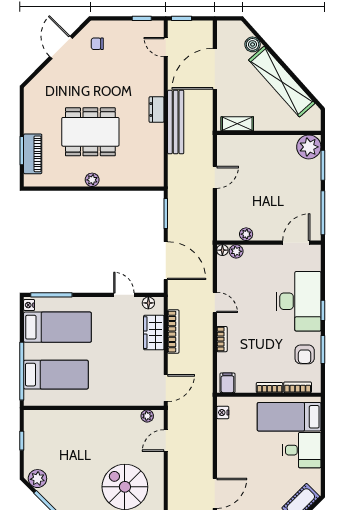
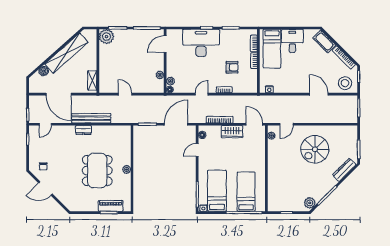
door: (296, 243) -> (165, 44), hinge flipped
wardrobe: (154, 333) -> (232, 132), moved
armchair: (305, 354) -> (232, 67), moved
filing cabinet: (227, 383) -> (251, 86), removed
door: (166, 441) -> (287, 124), hinge flipped

